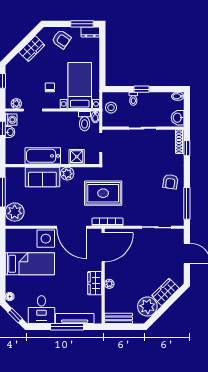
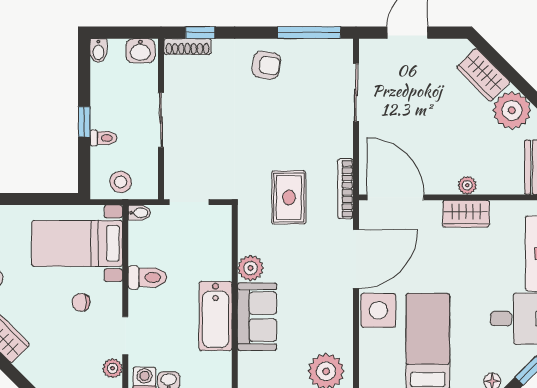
toilet: (85, 121) -> (147, 277), moved
shower: (77, 157) -> (217, 249), removed
rug: (103, 193) -> (289, 197), width x0.73, depth x0.70

